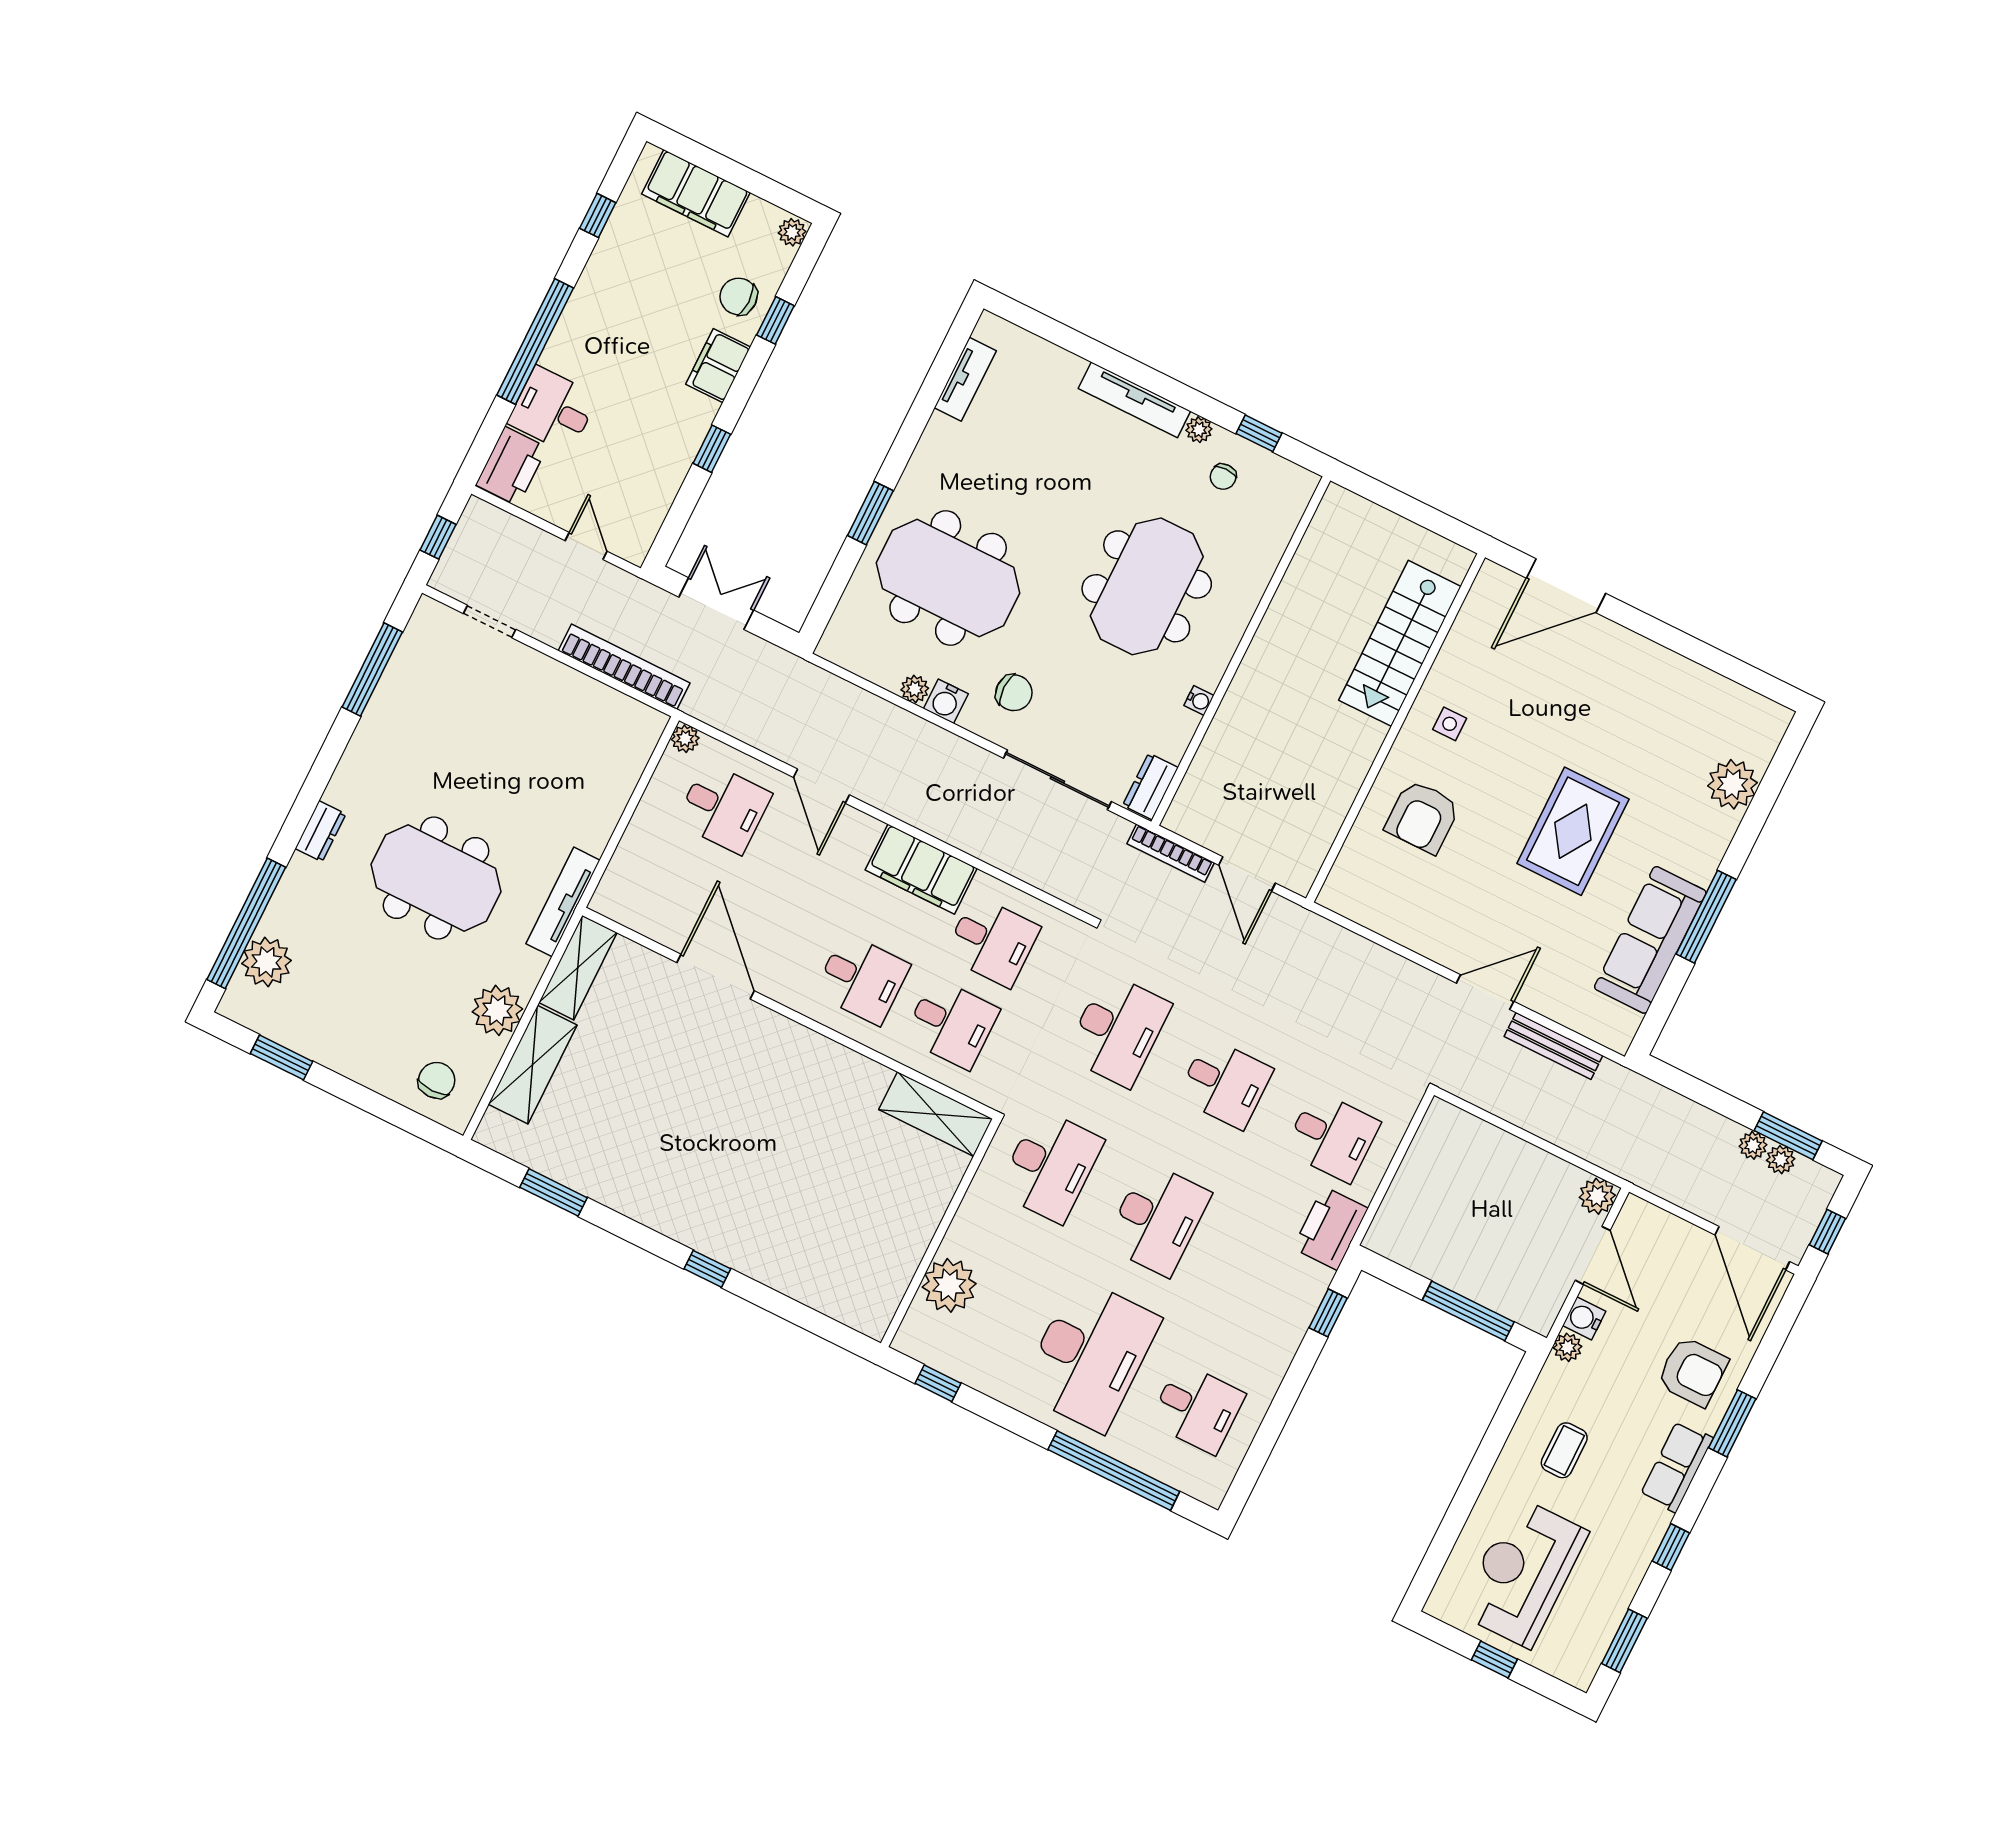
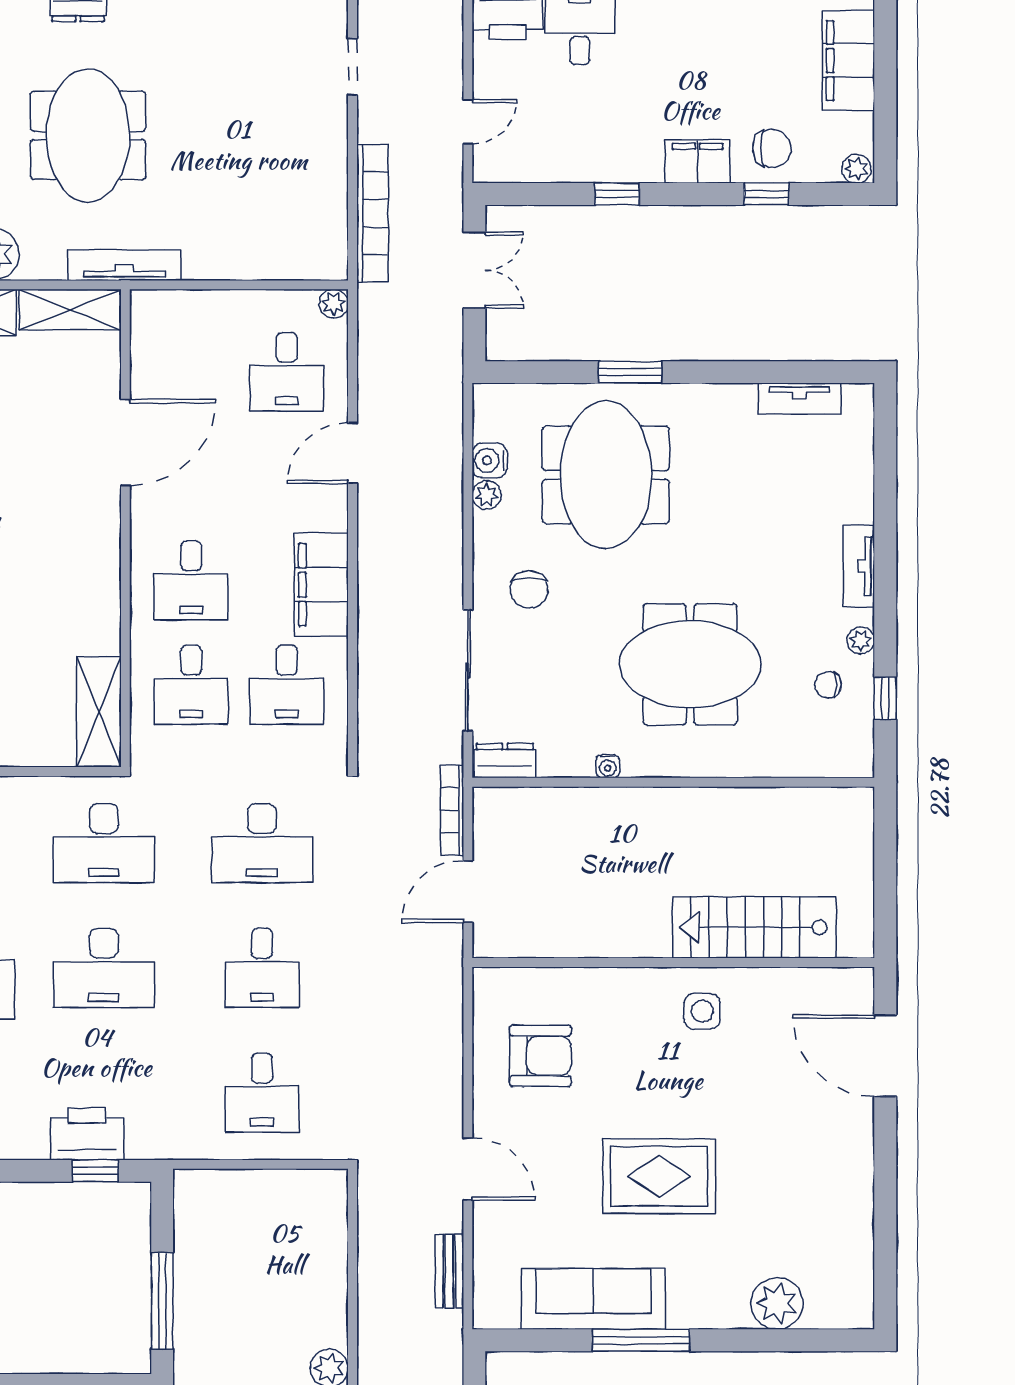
chair: (739, 296) -> (772, 148), turned 90
tv unit: (1134, 400) -> (859, 566), width x0.71
water cooler: (946, 701) -> (490, 460), moved
side table: (1450, 724) -> (702, 1011), width x1.37, depth x1.37
armchair: (1422, 817) -> (540, 1056), moved, turned 180
bench: (1553, 1046) -> (449, 1271), width x0.73
printer: (1330, 1228) -> (87, 1134), moved

